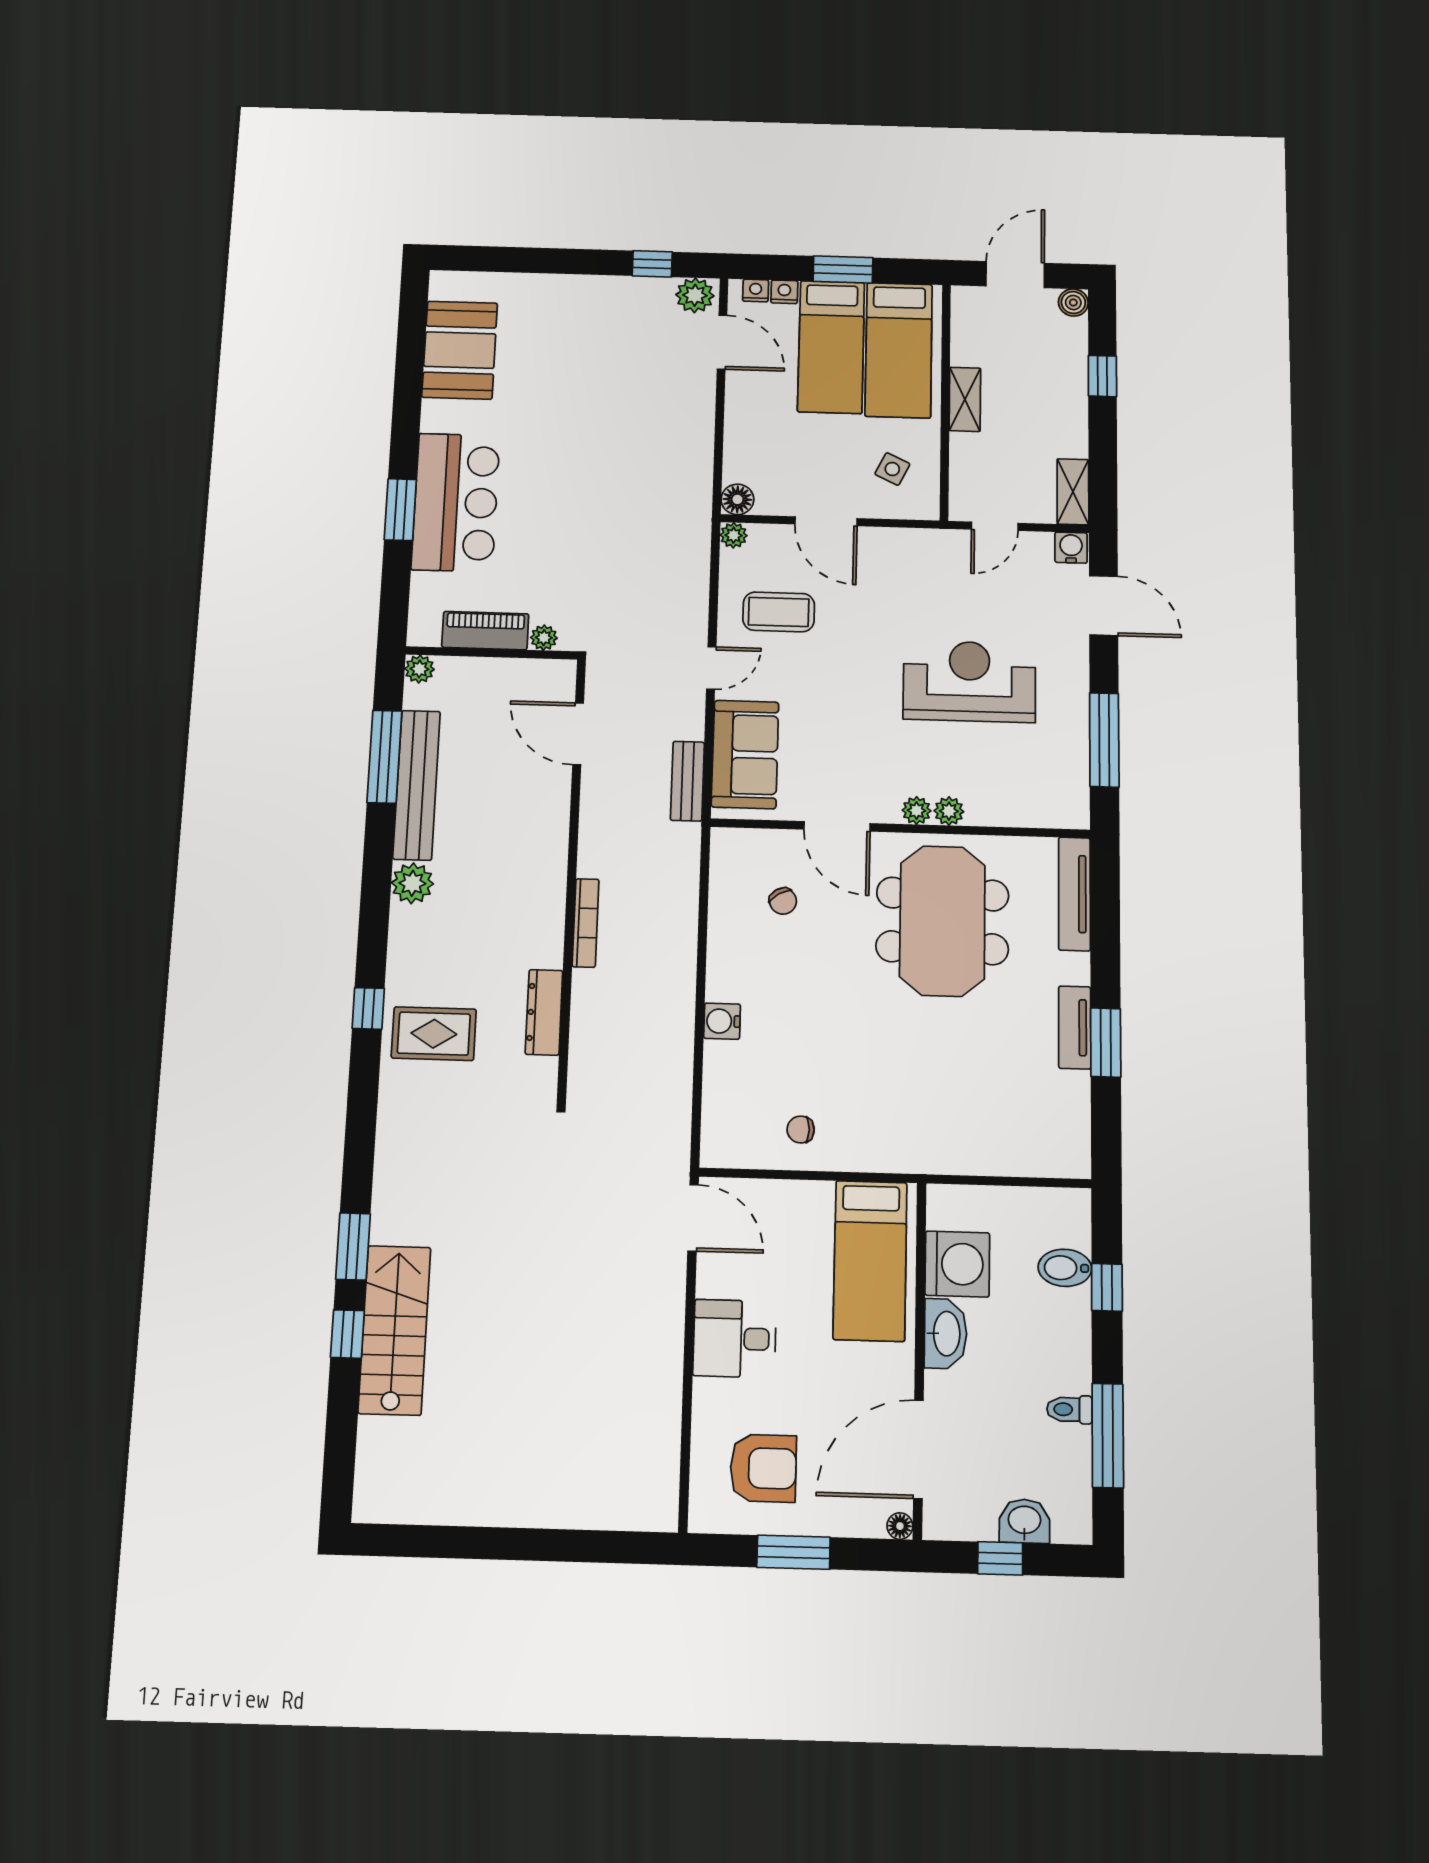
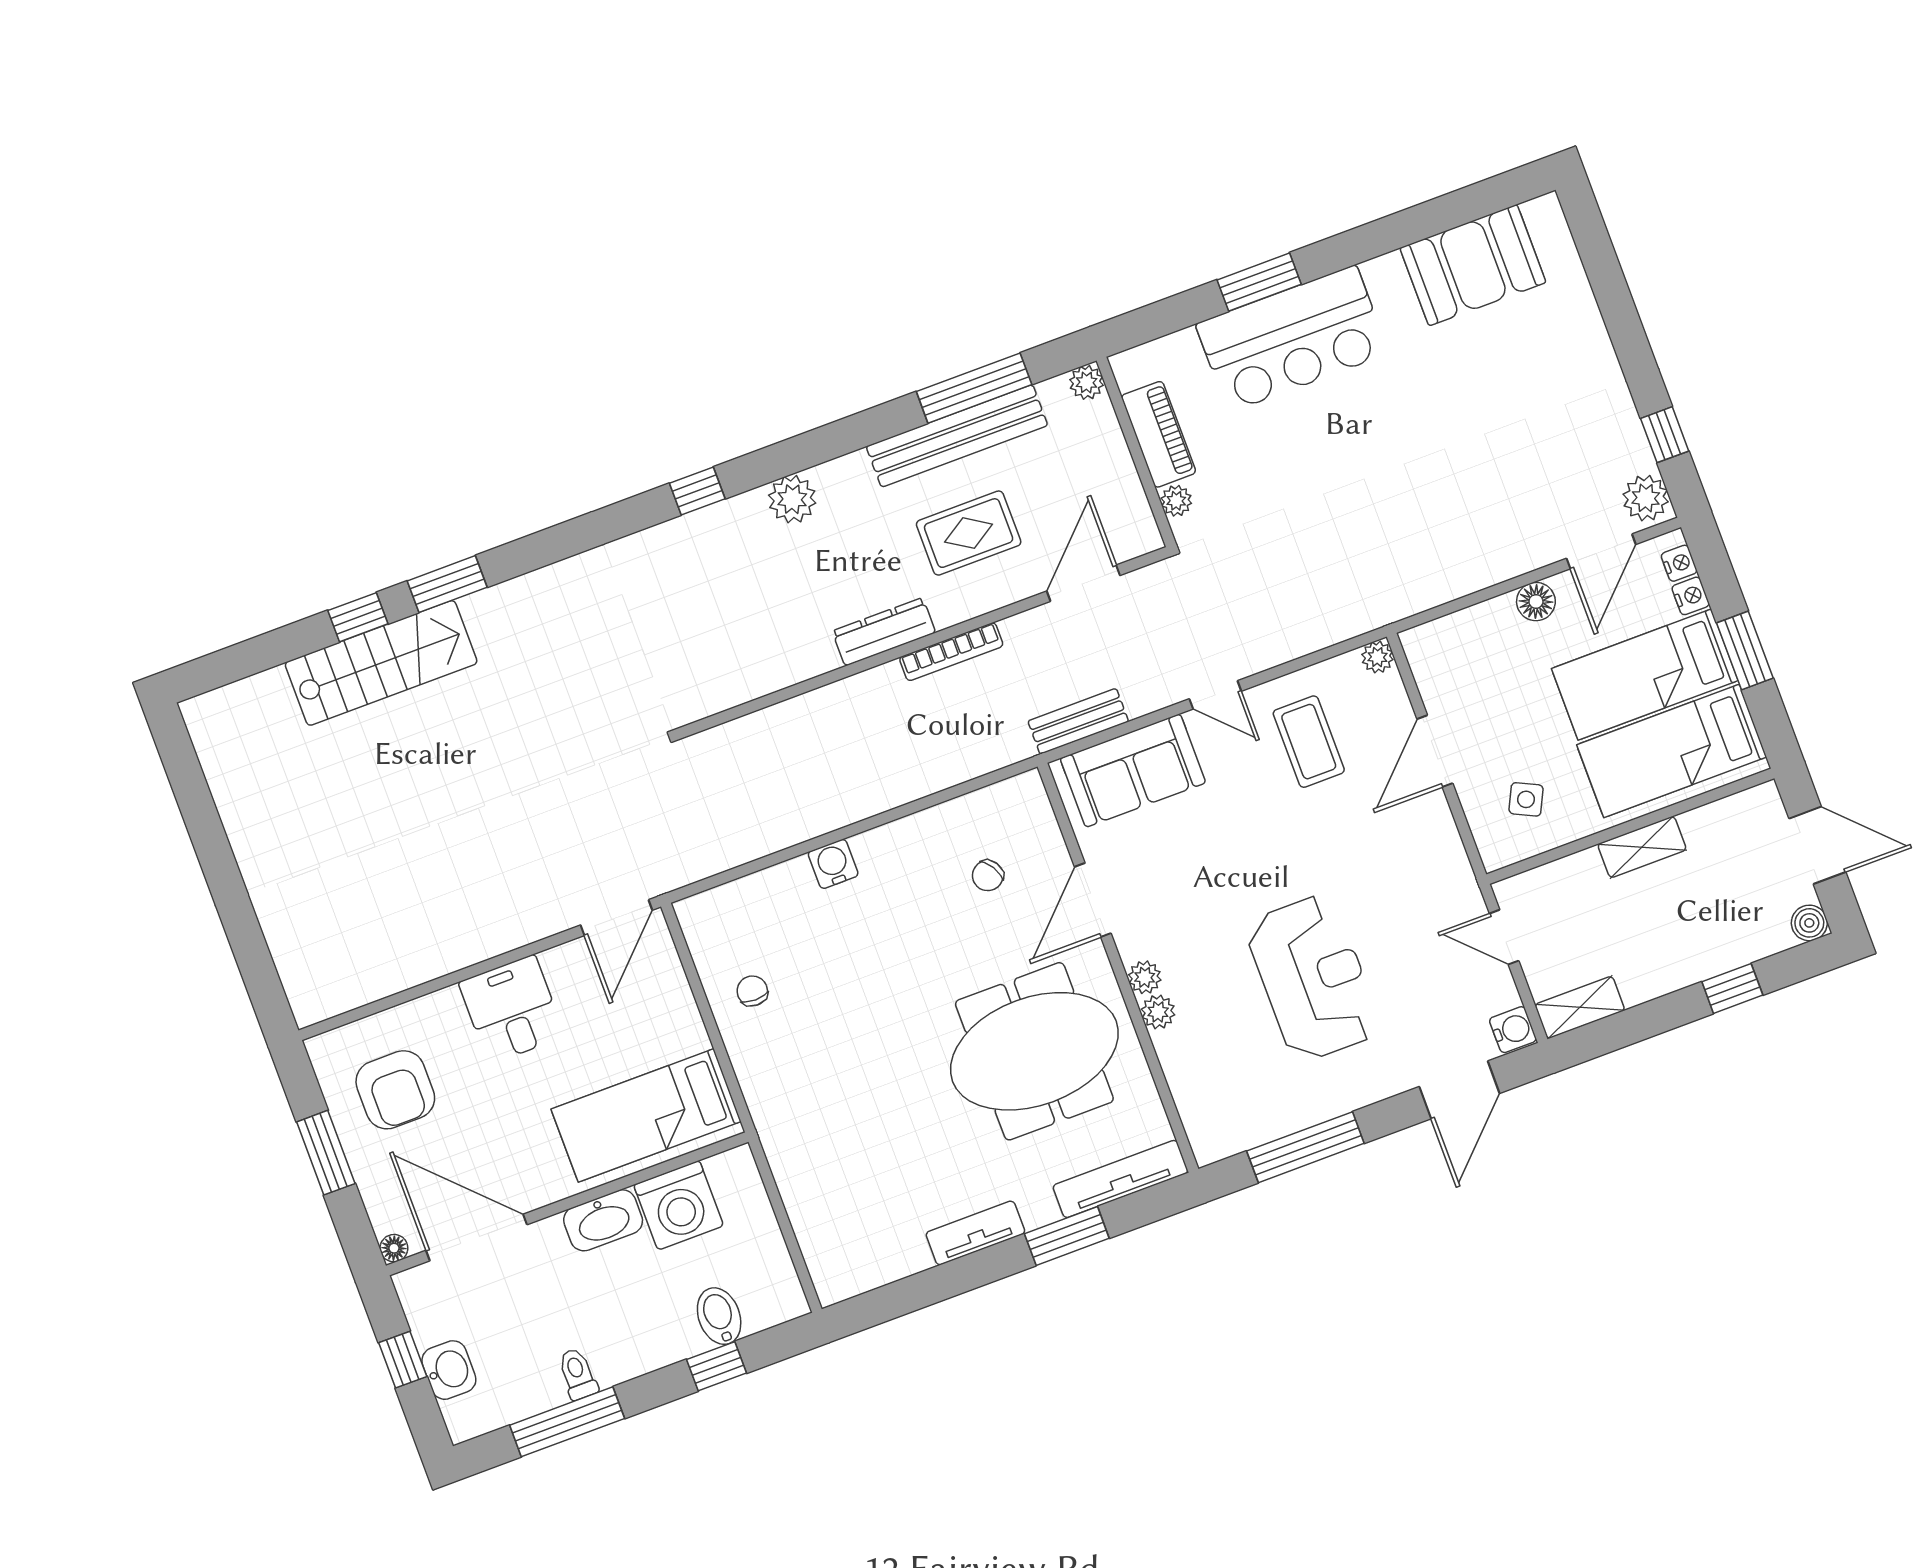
floor lamp: (737, 499) -> (1536, 602), moved
plant: (412, 883) -> (792, 499), moved
bookcase: (586, 923) -> (951, 652), moved
dresser: (544, 1012) -> (884, 632), moved
rug: (434, 1034) -> (969, 533), moved, turned 90
window: (1106, 1043) -> (1067, 1236), moved

